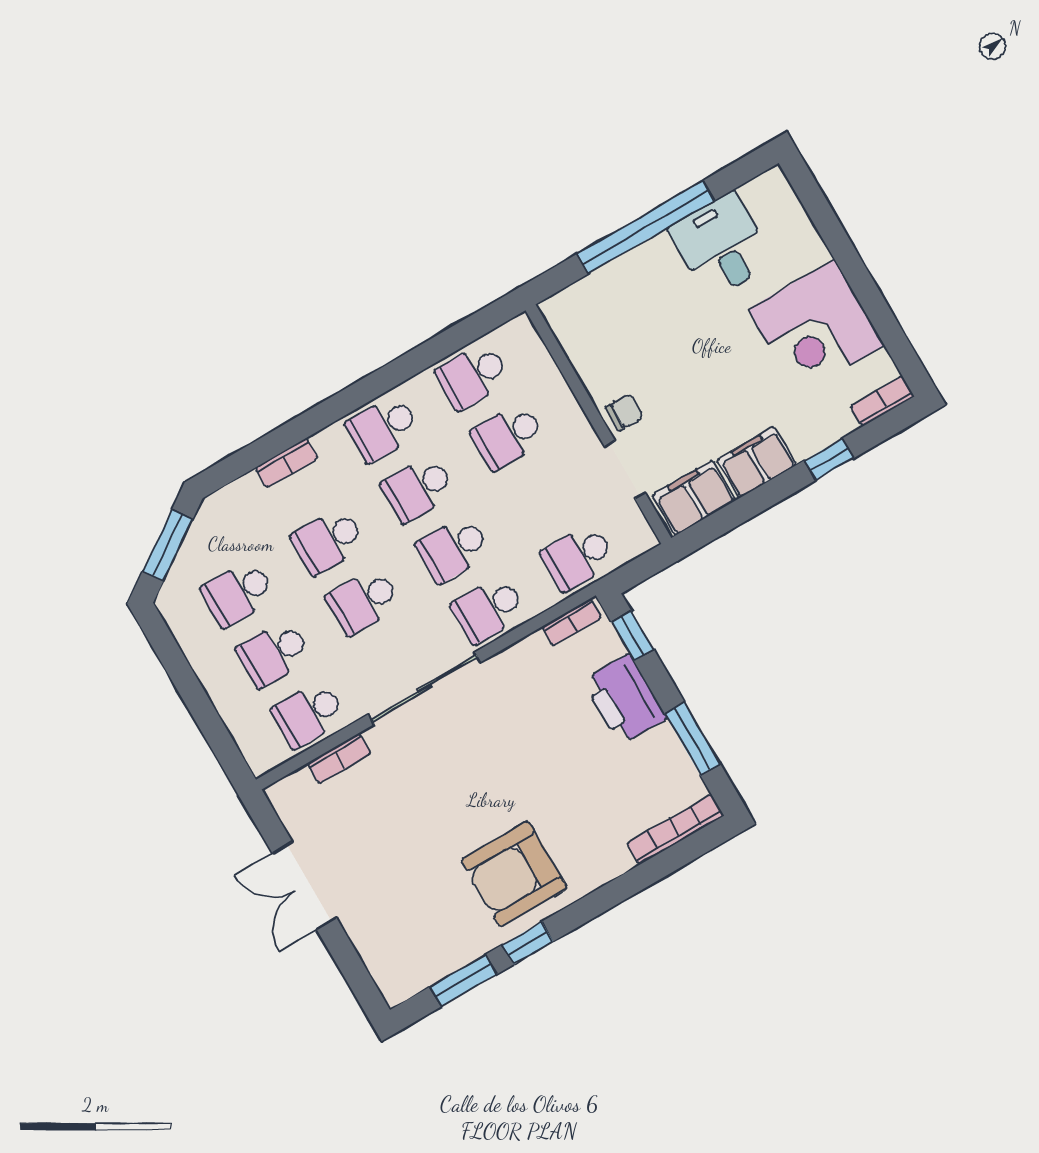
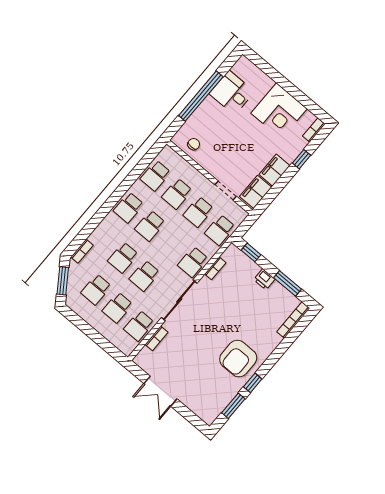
chair: (625, 412) -> (194, 144), moved
bookcase: (287, 463) -> (82, 251), moved
school desk: (453, 549) -> (198, 212), moved
bookcase: (572, 622) -> (215, 268), moved
printer: (625, 699) -> (264, 279), width x0.53, depth x0.68

